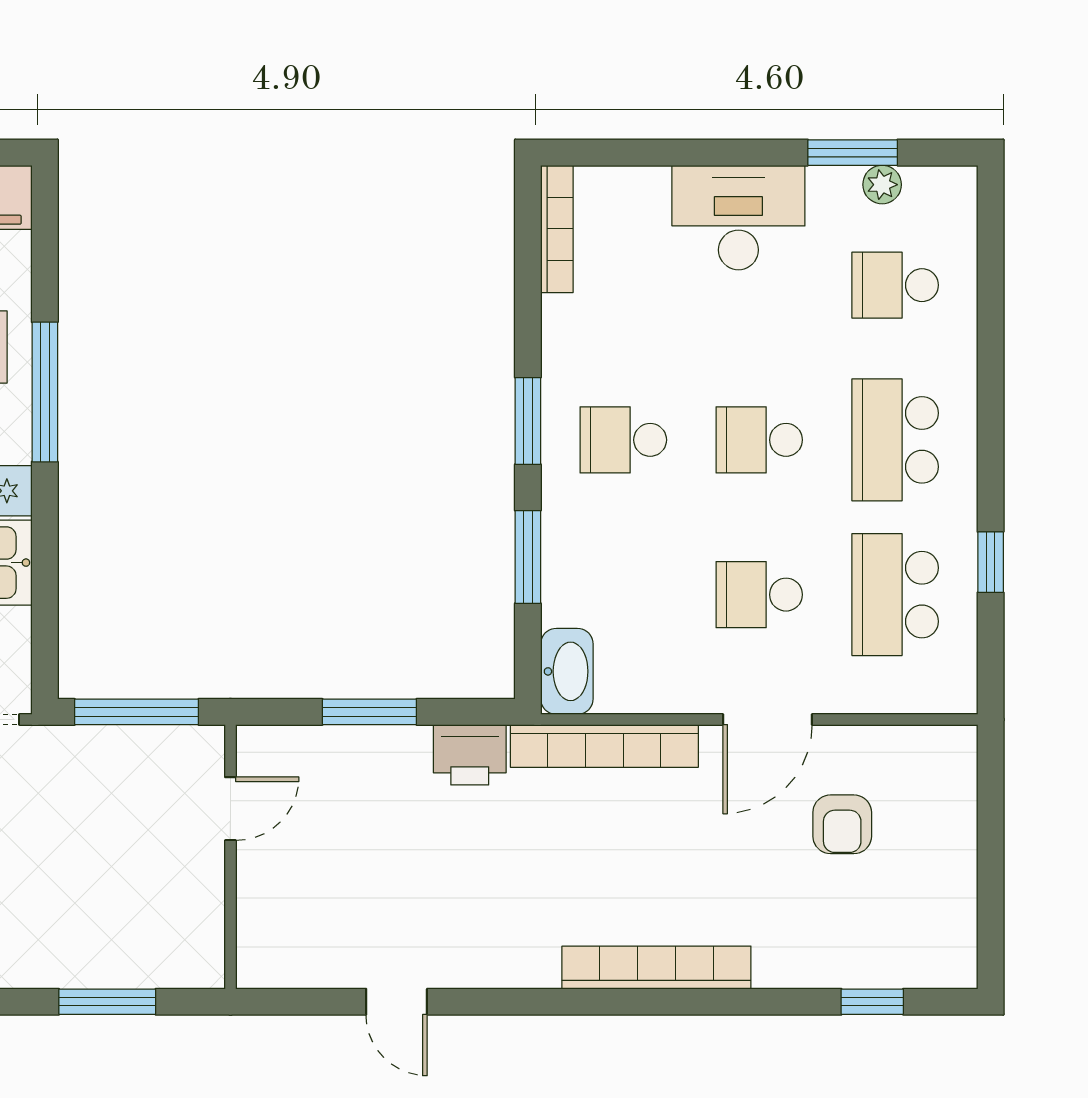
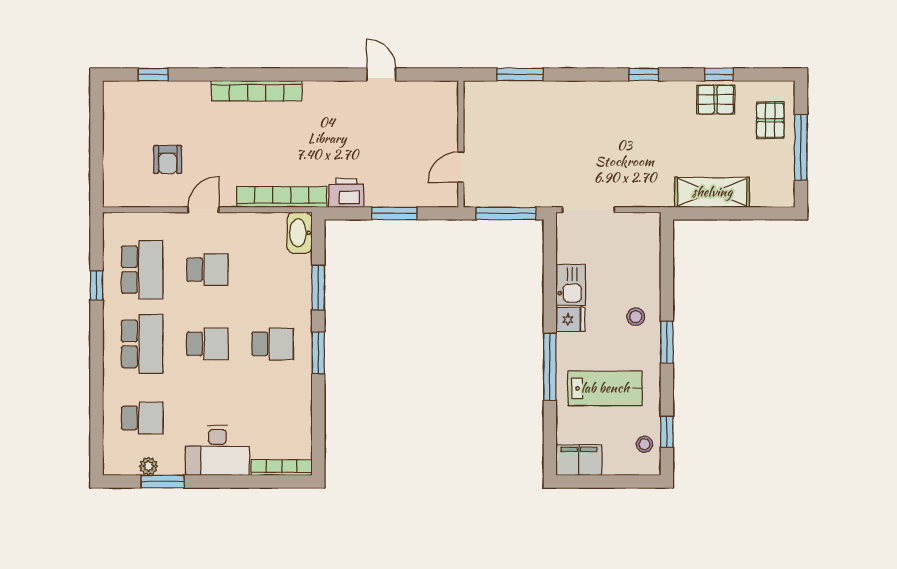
bookcase: (557, 229) -> (282, 468), moved, turned 90
door: (767, 720) -> (203, 210), width x0.73
armchair: (842, 824) -> (168, 160), turned 180

